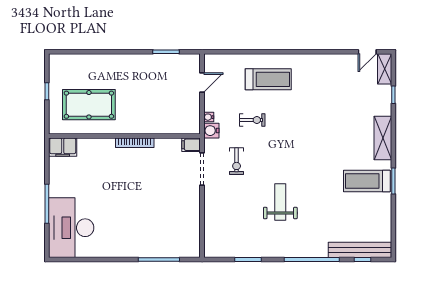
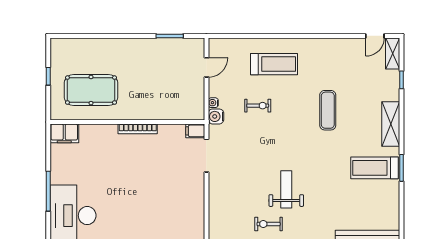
exercise mat: (321, 124) -> (328, 110), added
exercise bike: (237, 161) -> (269, 224), moved, turned 90

